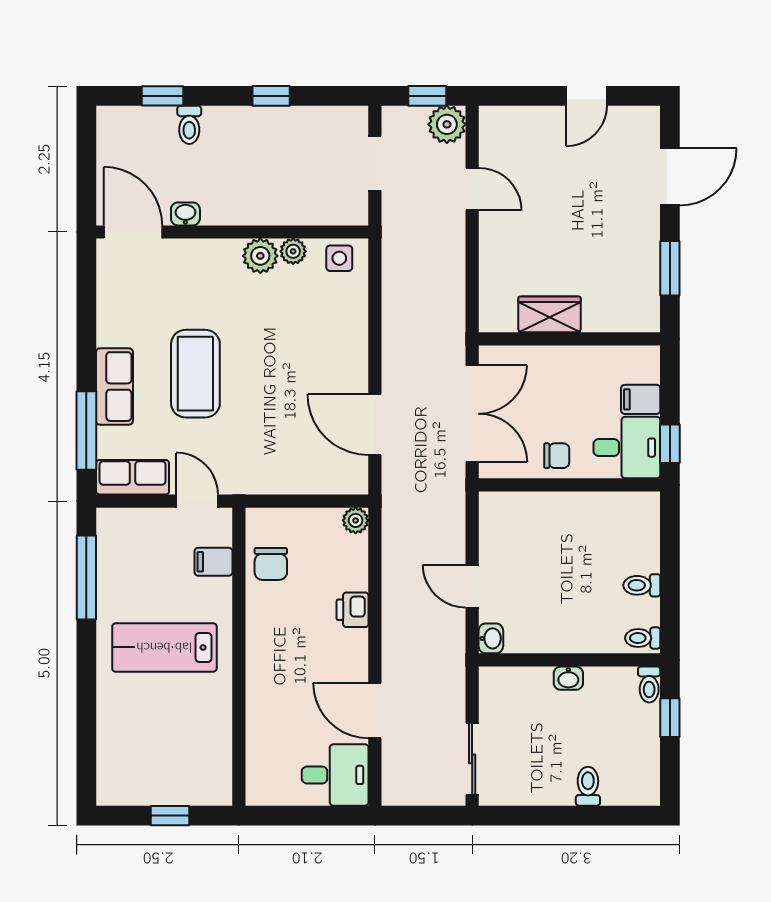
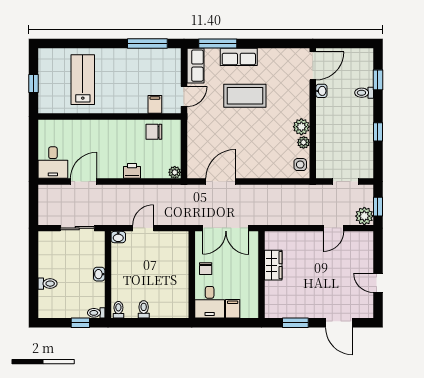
window: (670, 444) -> (211, 323), removed
lab bench: (164, 647) -> (83, 80), moved
sliding door: (472, 759) -> (77, 228), moved

